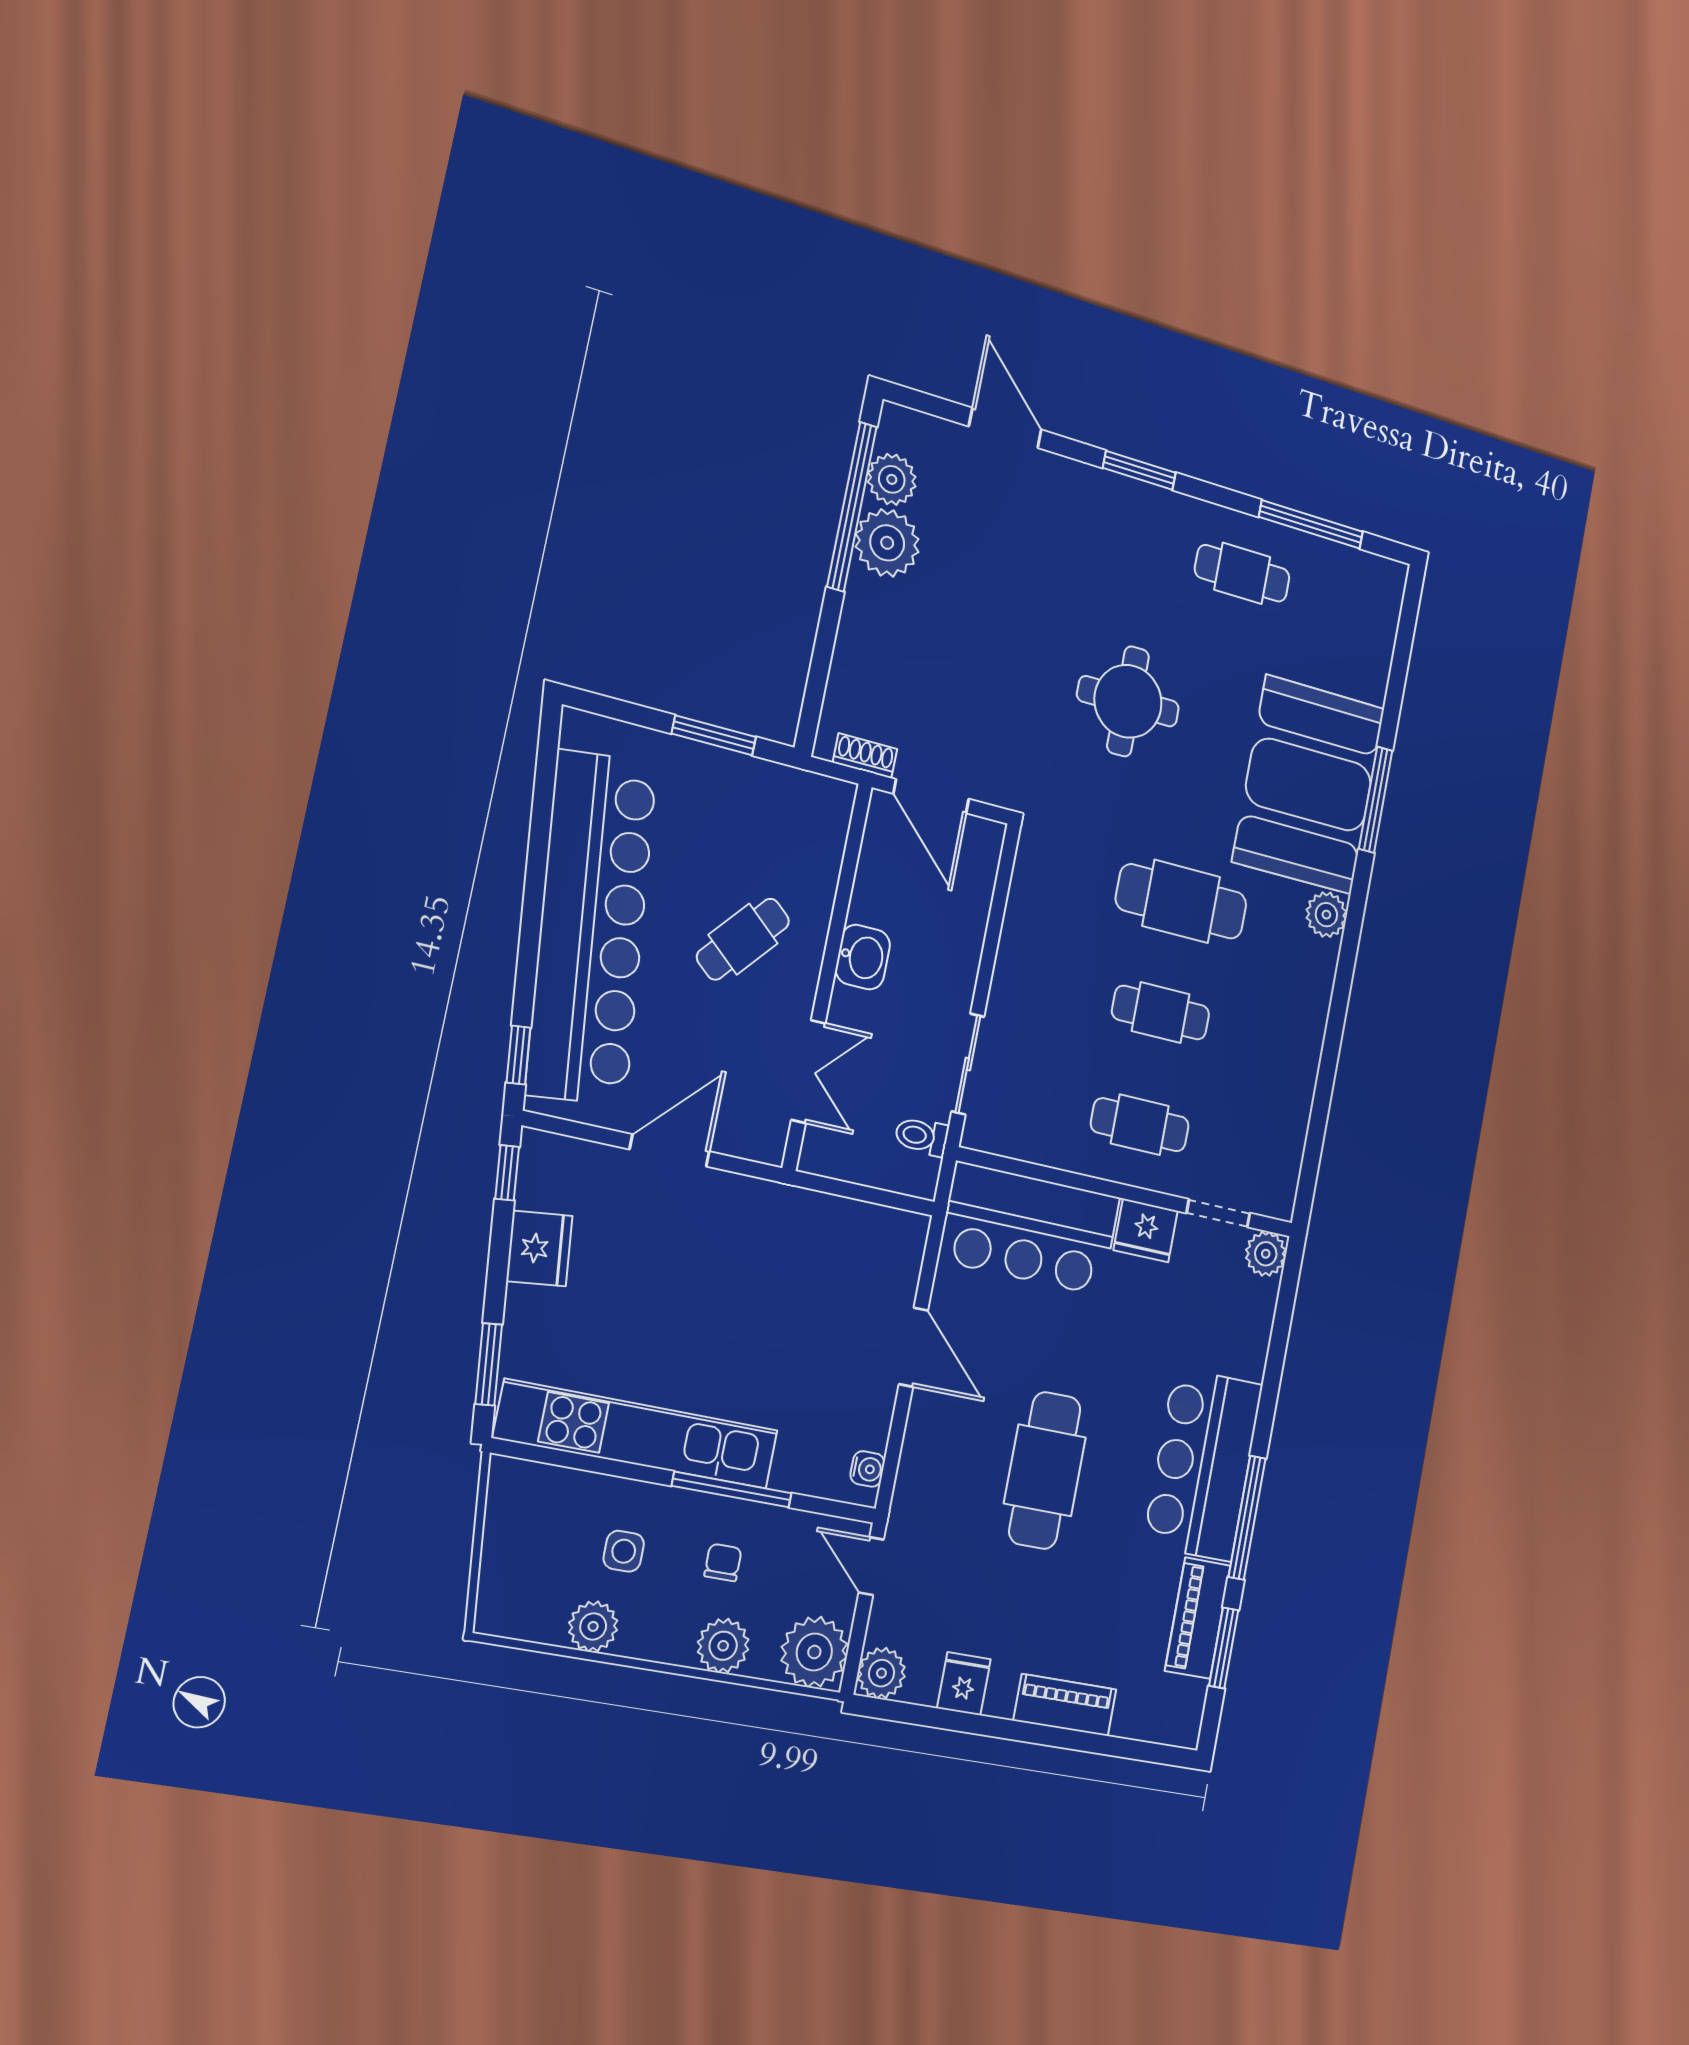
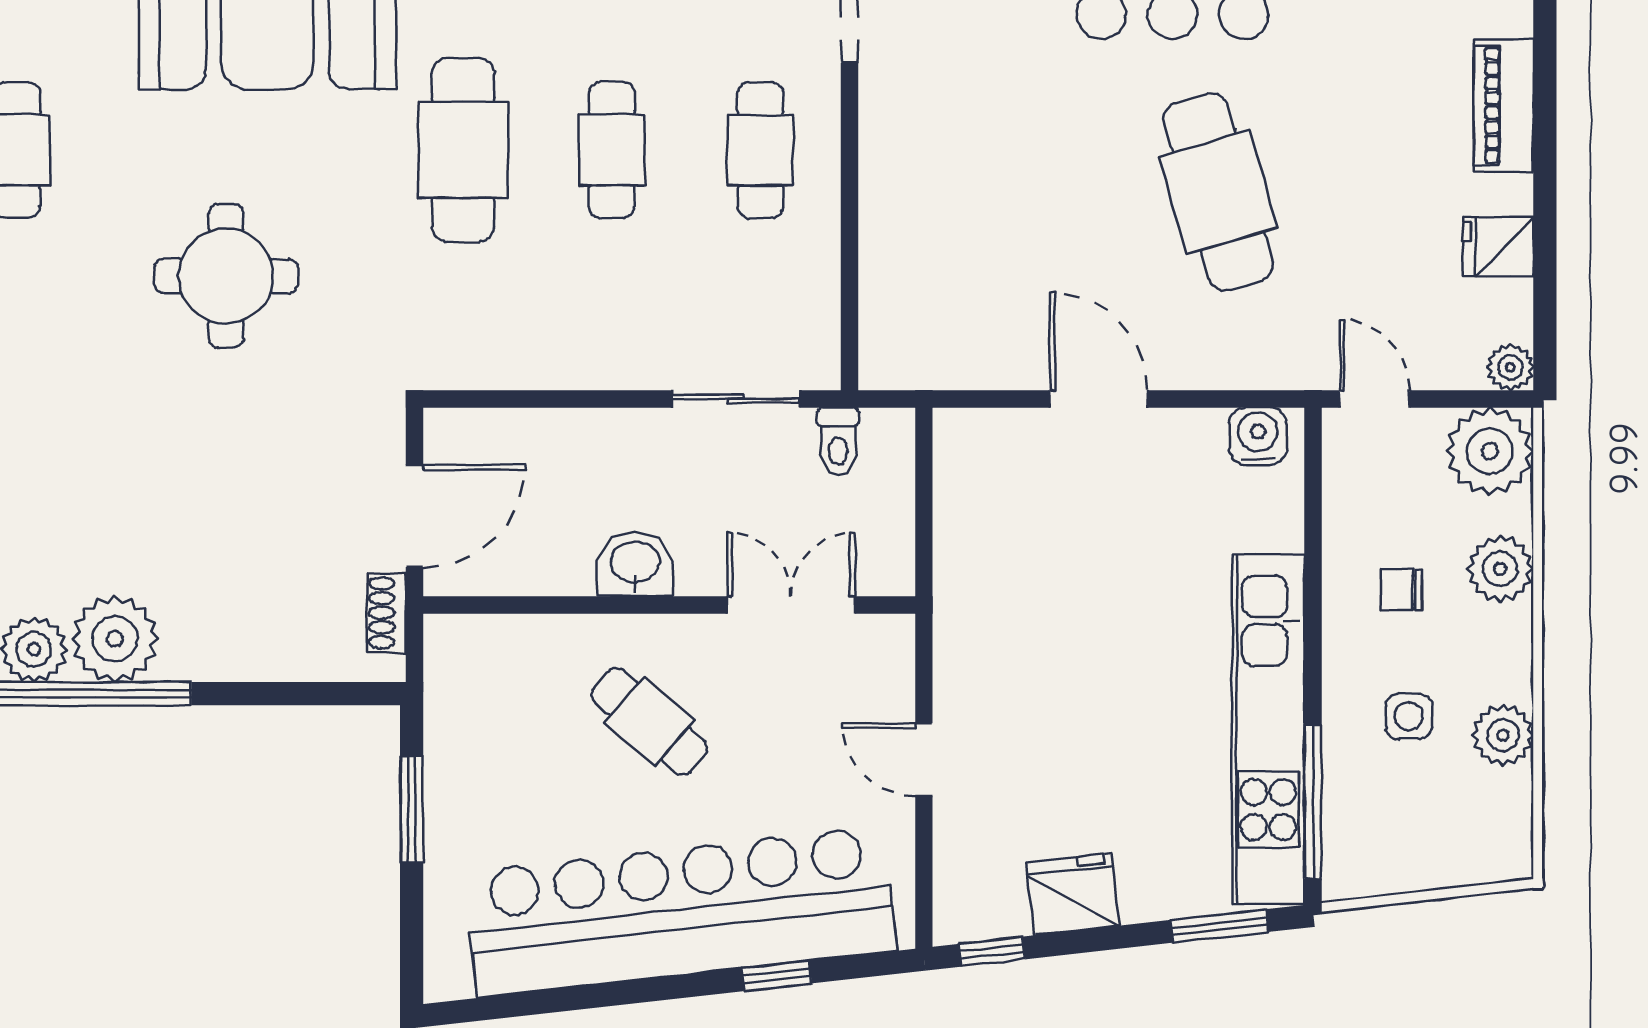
window: (518, 1055) -> (776, 976), moved
door: (670, 1150) -> (924, 760), width x0.73
bar counter: (1029, 1229) -> (922, 275), removed
fridge: (1146, 1230) -> (892, 115), removed
door: (913, 1347) -> (1099, 399), hinge flipped
water cooler: (867, 1469) -> (1258, 436), width x1.38, depth x1.38
cafe table: (1045, 1470) -> (1218, 192), turned 74
window: (732, 1490) -> (1313, 802), moved
door: (871, 1566) -> (1375, 399), swing flipped
plant: (881, 1673) -> (1510, 367), width x0.73, depth x0.73

